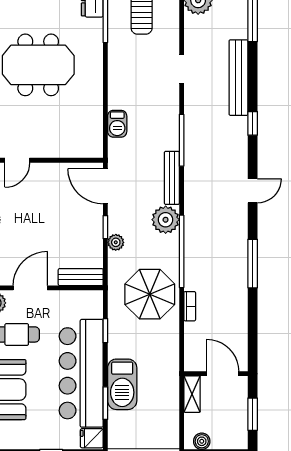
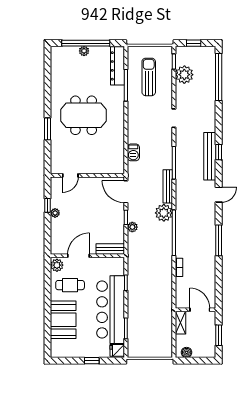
bench: (238, 78) -> (210, 156), moved
parasol: (150, 294) -> (154, 260), removed
barbecue: (122, 384) -> (136, 316), removed

